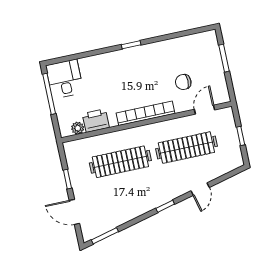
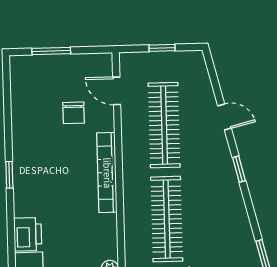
printer: (96, 121) -> (28, 234), moved, turned 180

